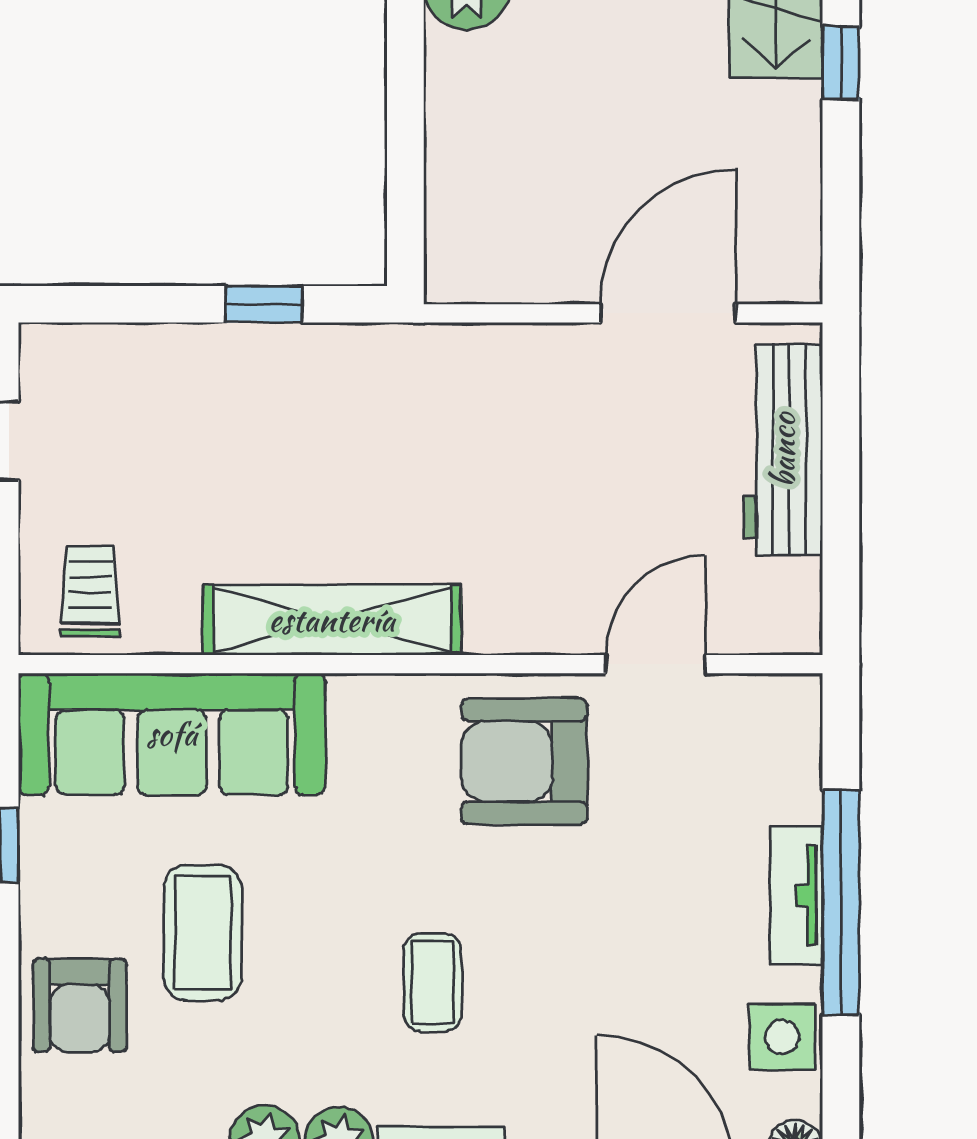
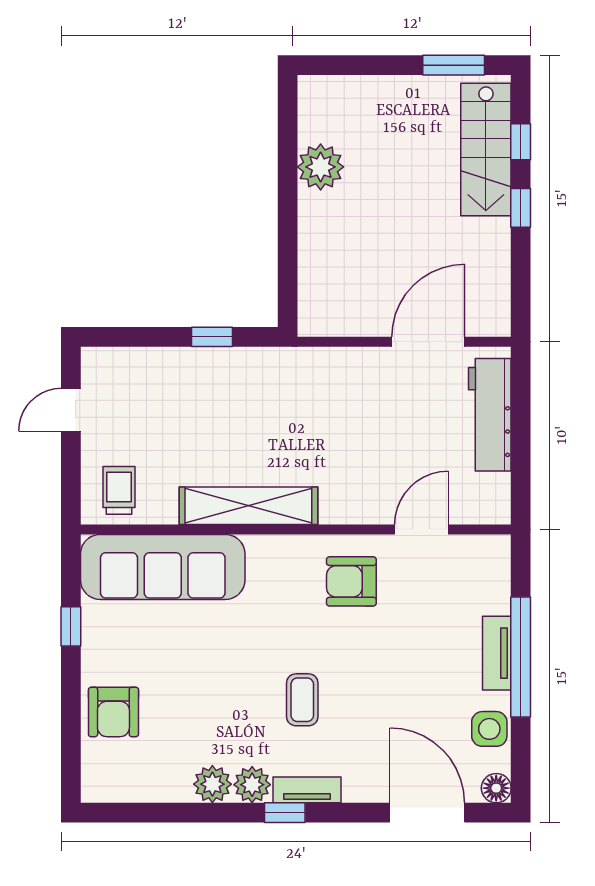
armchair: (524, 761) -> (351, 581), width x0.73, depth x0.73
coffee table: (203, 933) -> (179, 673), removed

